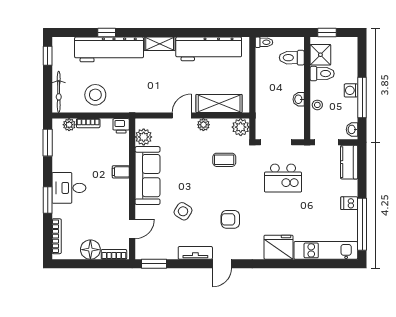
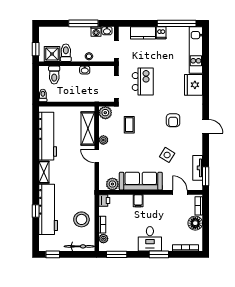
washing machine: (351, 90) -> (96, 32), moved
kitchen counter: (349, 162) -> (143, 33), moved
tv unit: (195, 253) -> (198, 168), moved

